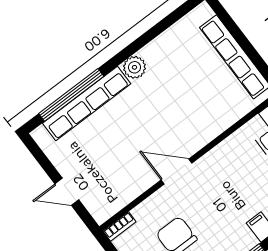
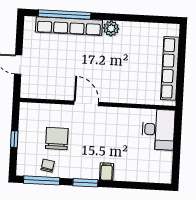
bookcase: (120, 227) -> (31, 107), removed

